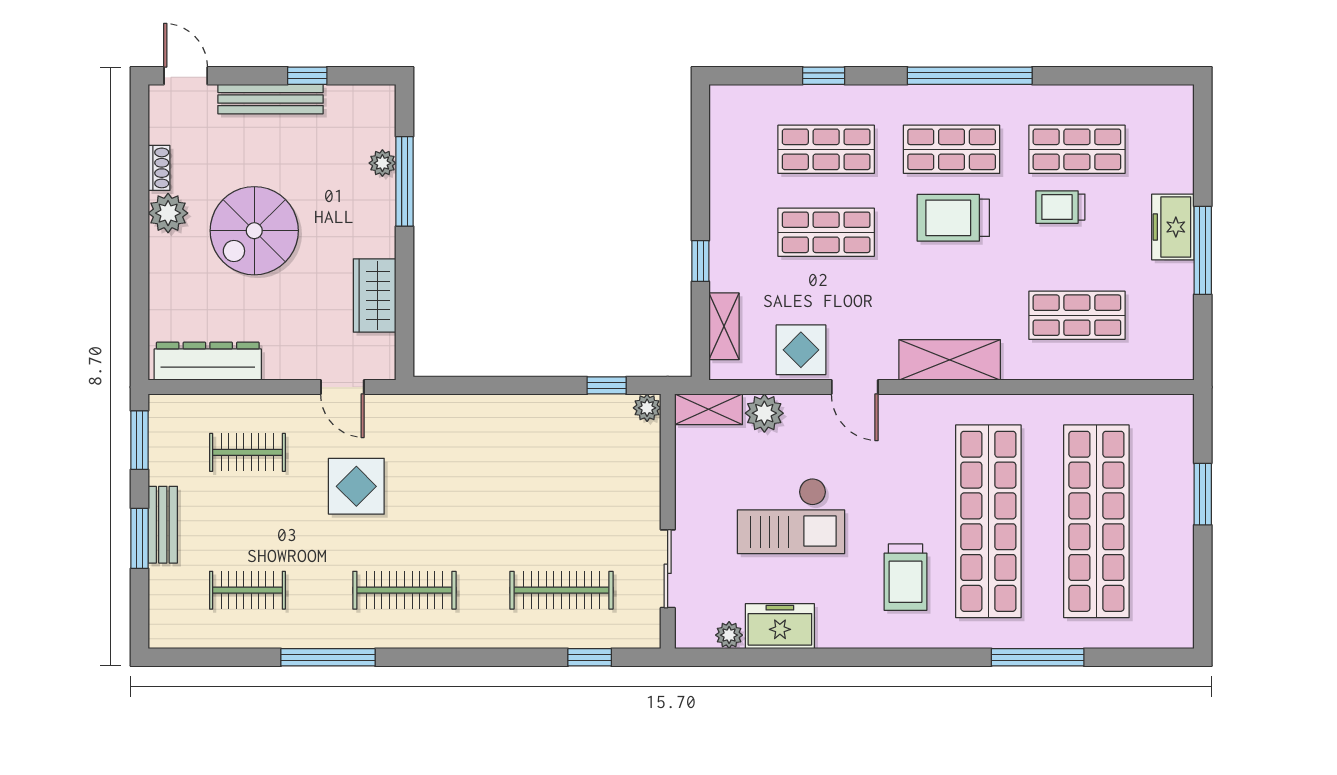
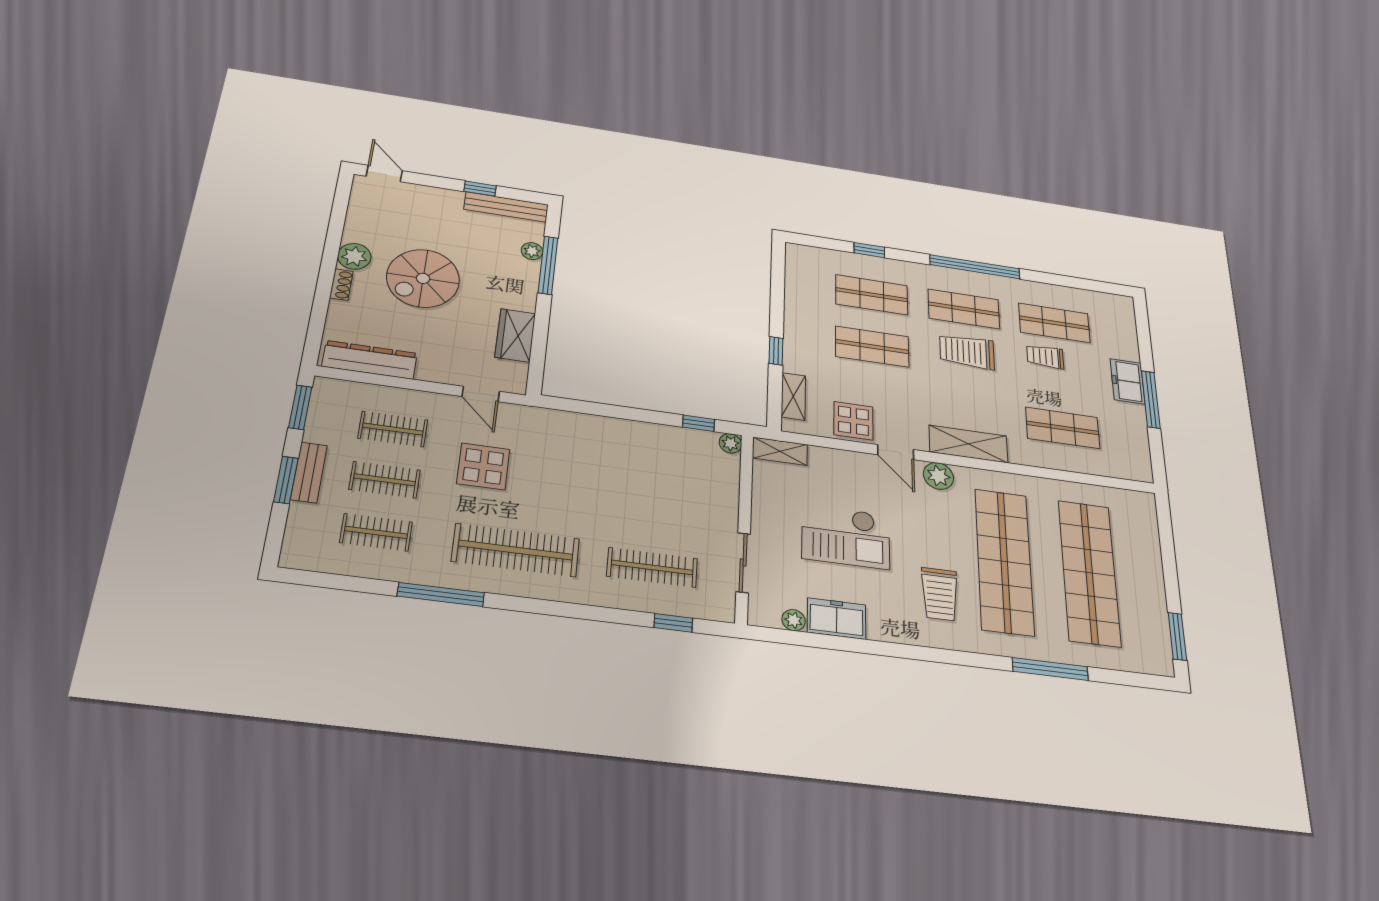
bench: (270, 99) -> (506, 207), moved
shoe rack: (159, 168) -> (341, 285), moved
plant: (764, 413) -> (938, 476), moved
window: (1203, 494) -> (1177, 636), moved
clothes rail: (247, 521) -> (385, 480), added
clothes rail: (404, 590) -> (516, 550), width x1.37, depth x1.31

